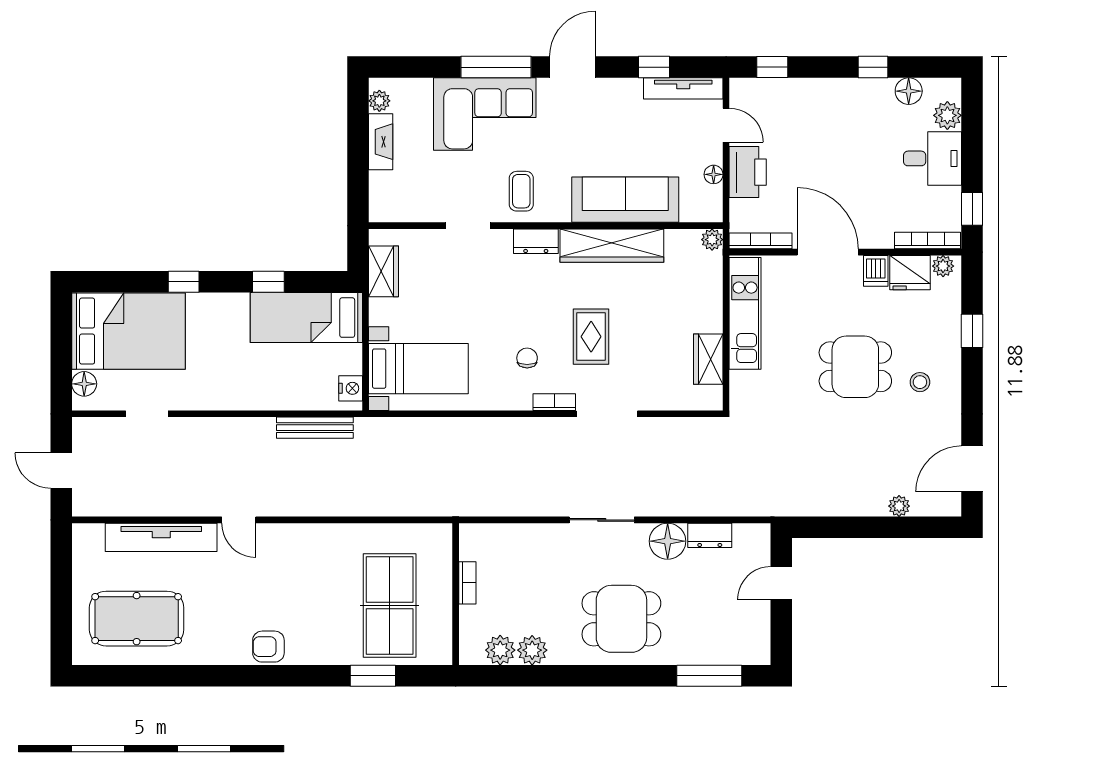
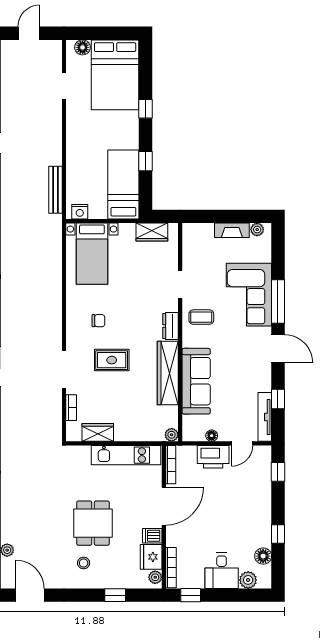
bookcase: (554, 402) -> (71, 408), moved

